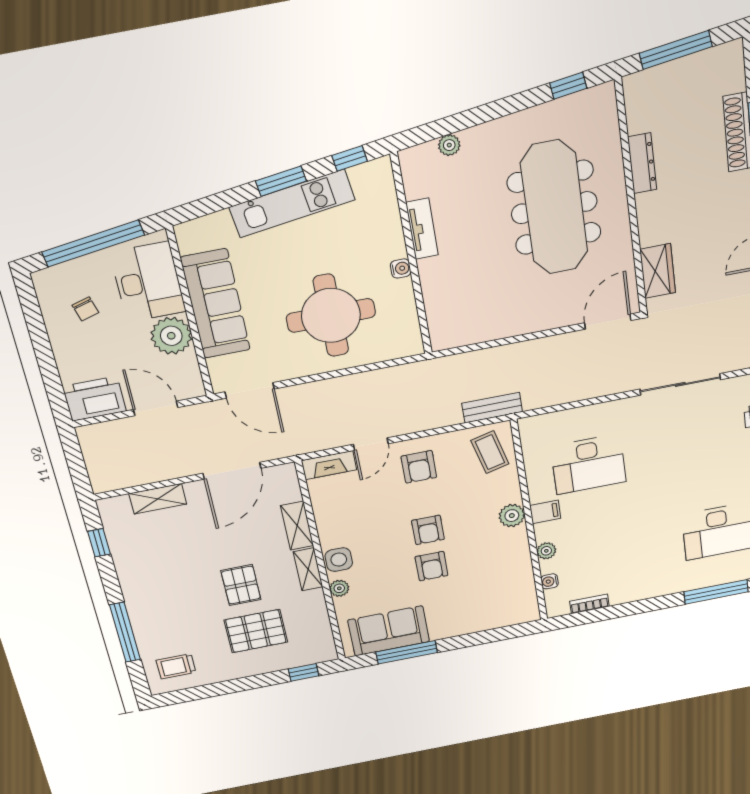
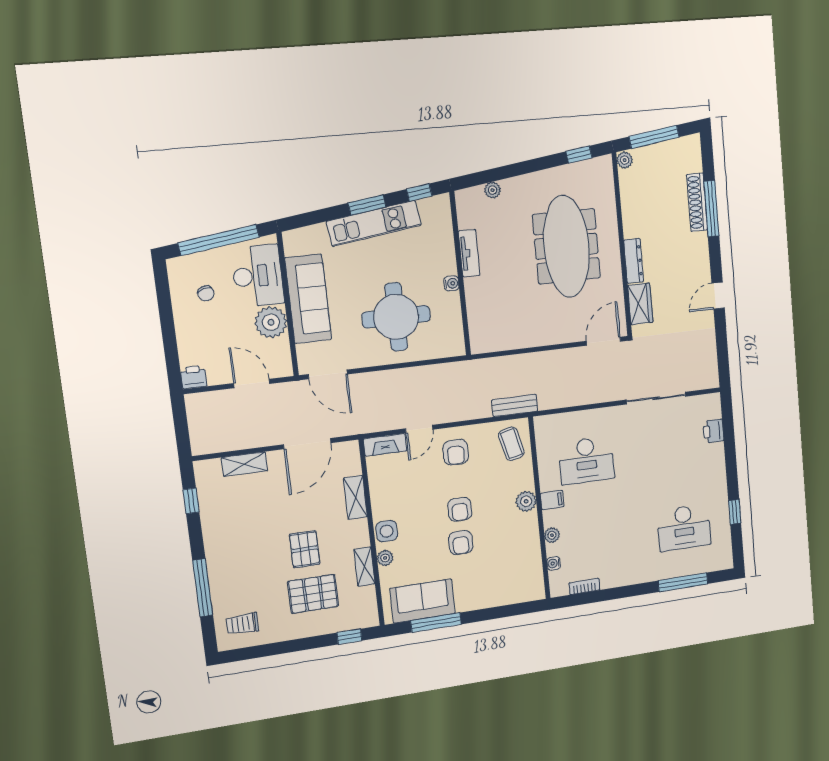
plant: (633, 86) -> (625, 160), added
dresser: (642, 163) -> (634, 261), moved
printer: (94, 399) -> (193, 377), width x0.53, depth x0.68
shelving: (308, 569) -> (364, 567), moved

